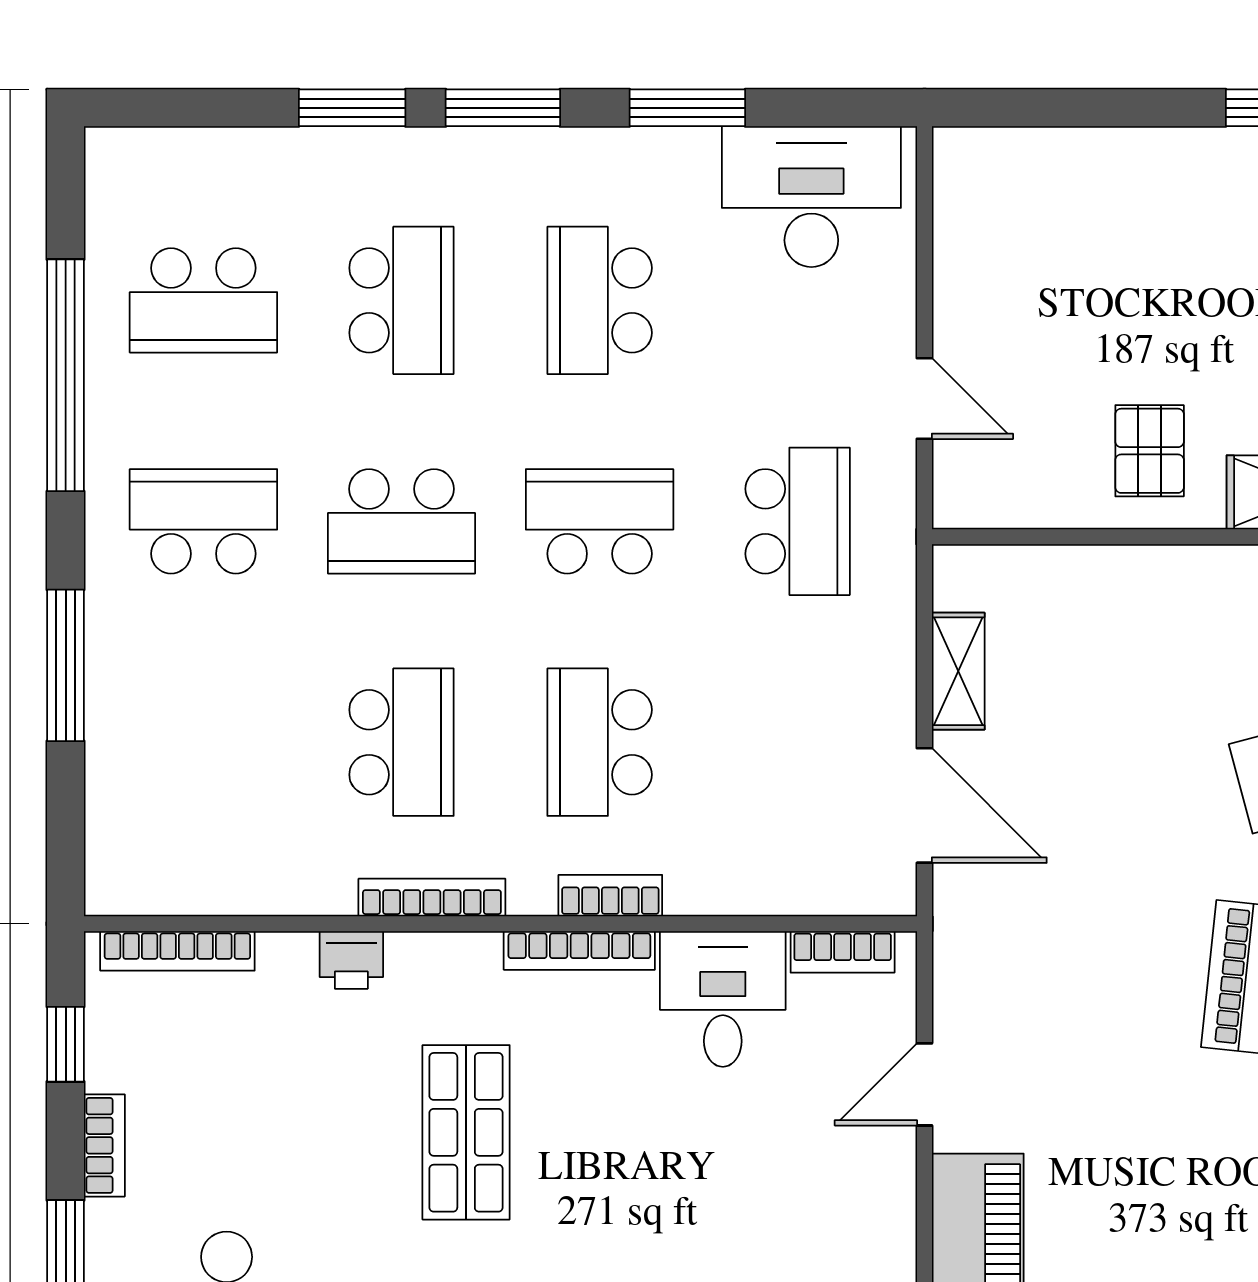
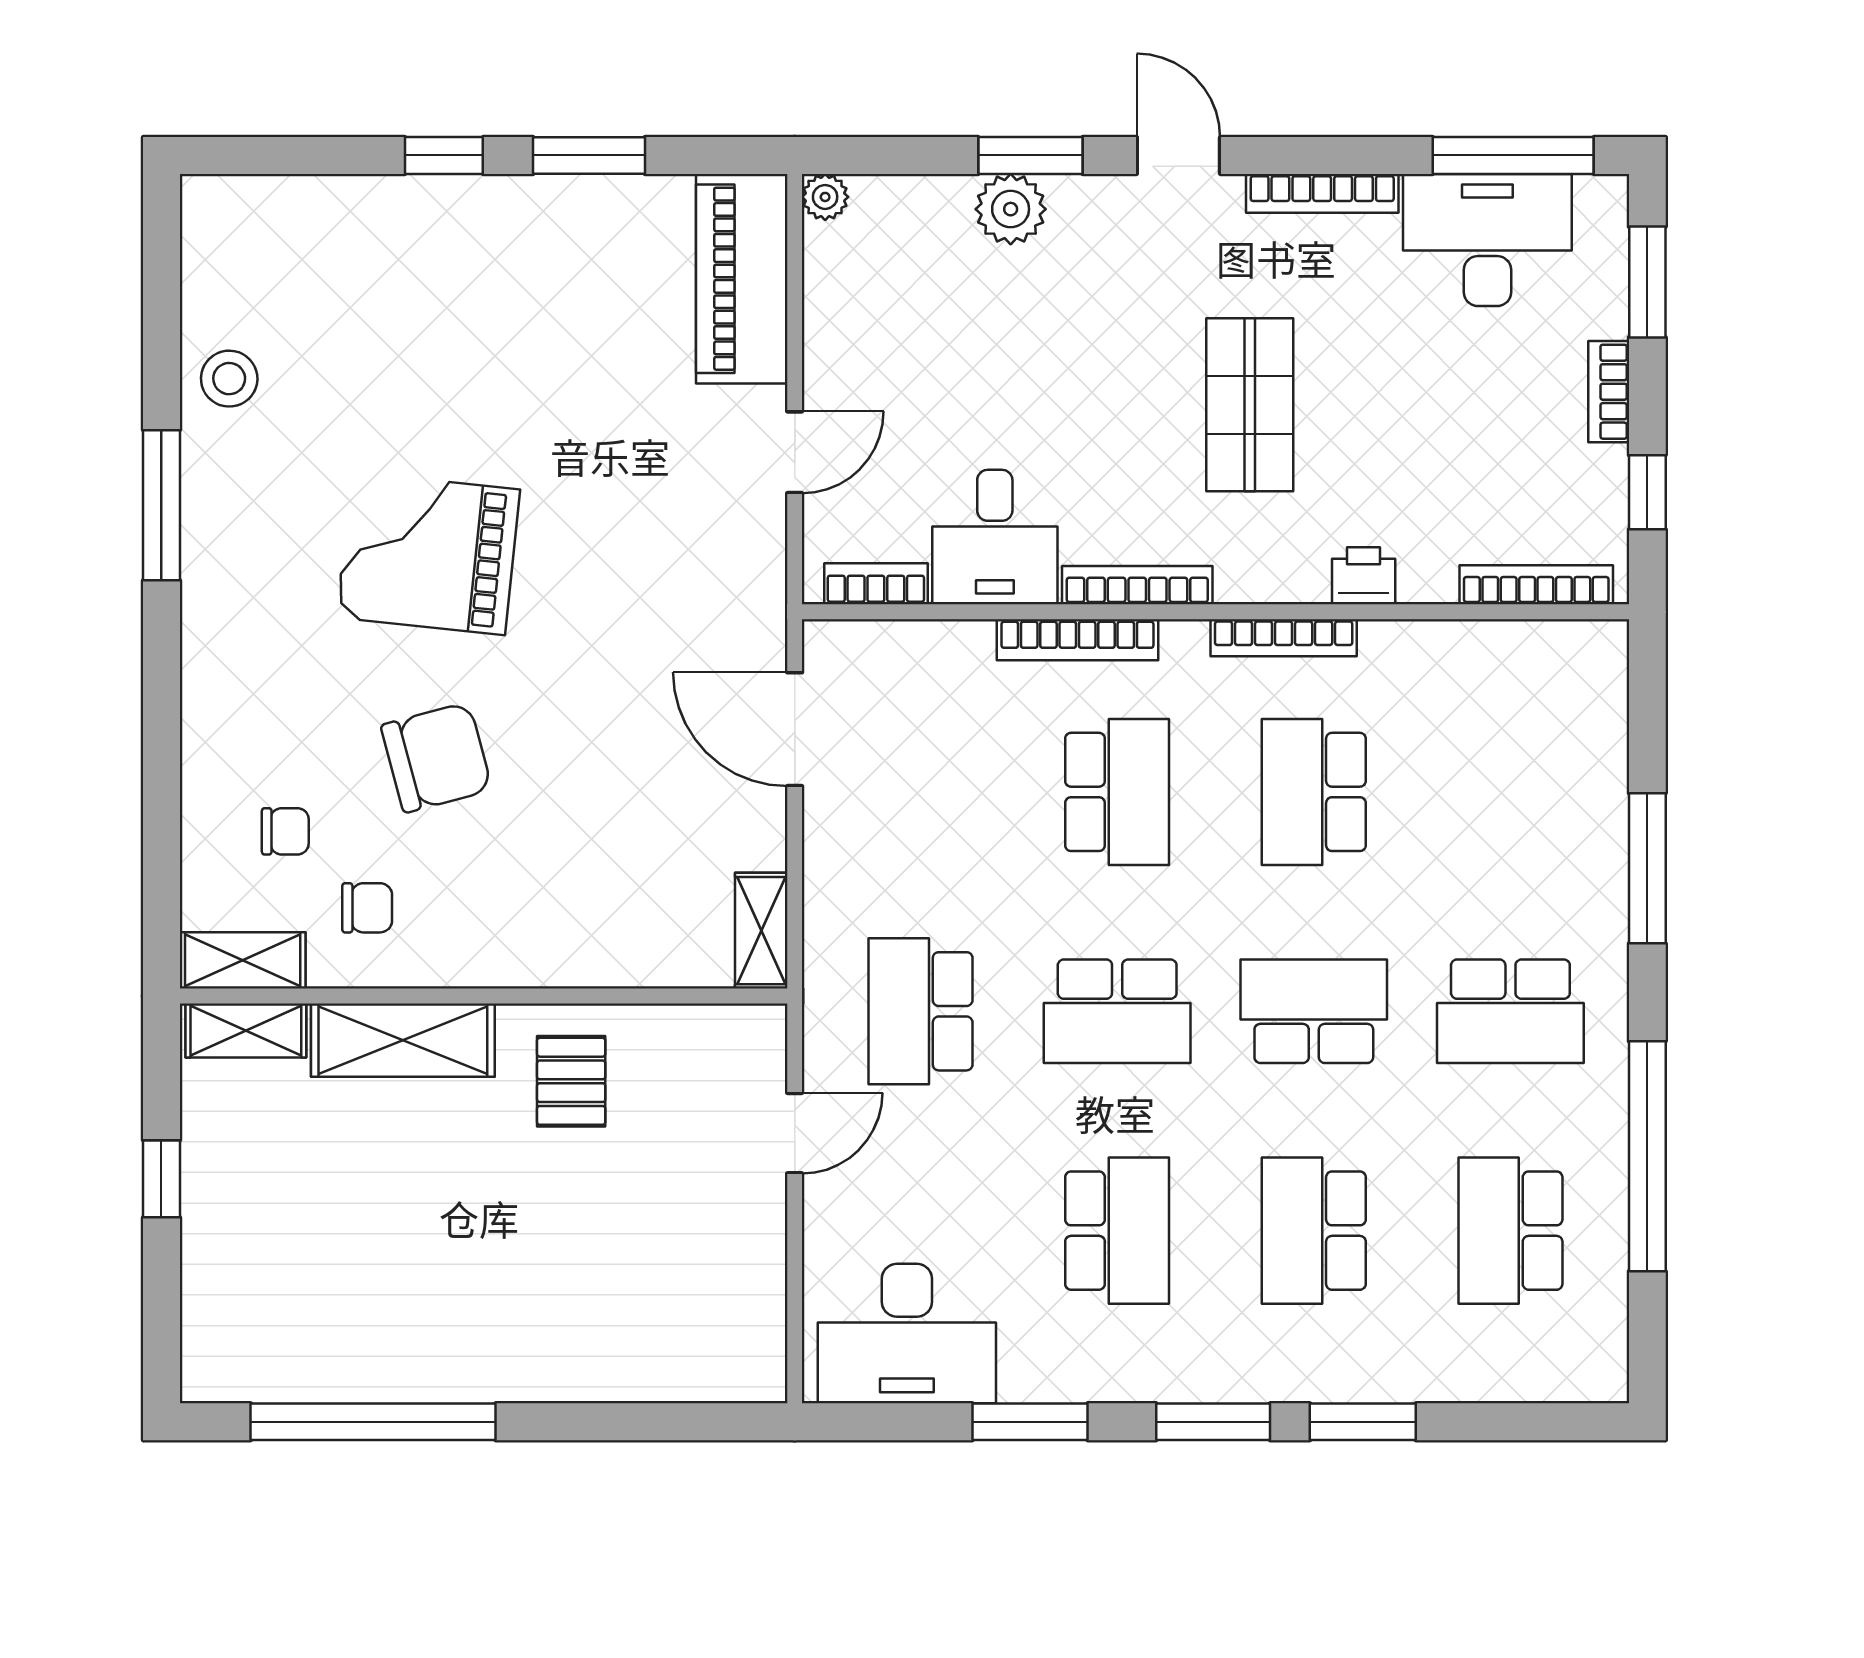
school desk: (203, 300) -> (1510, 1231), turned -90
door: (924, 399) -> (795, 1133), swing flipped
shelving: (958, 671) -> (761, 931), moved
bookcase: (610, 896) -> (1077, 640), width x1.56

